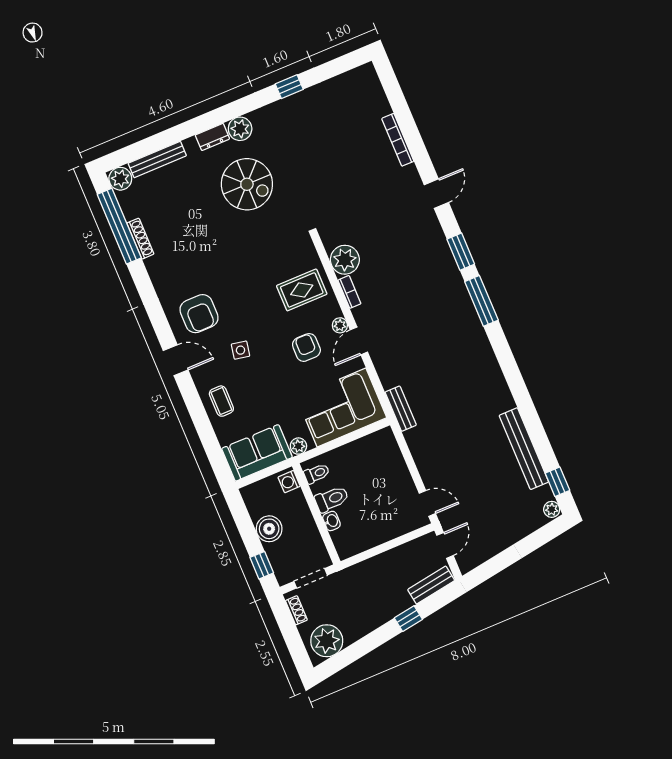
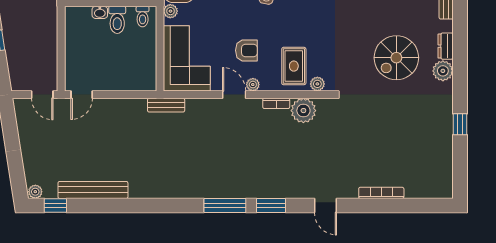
plant: (310, 257) -> (317, 84), added
bench: (431, 585) -> (15, 70), removed

